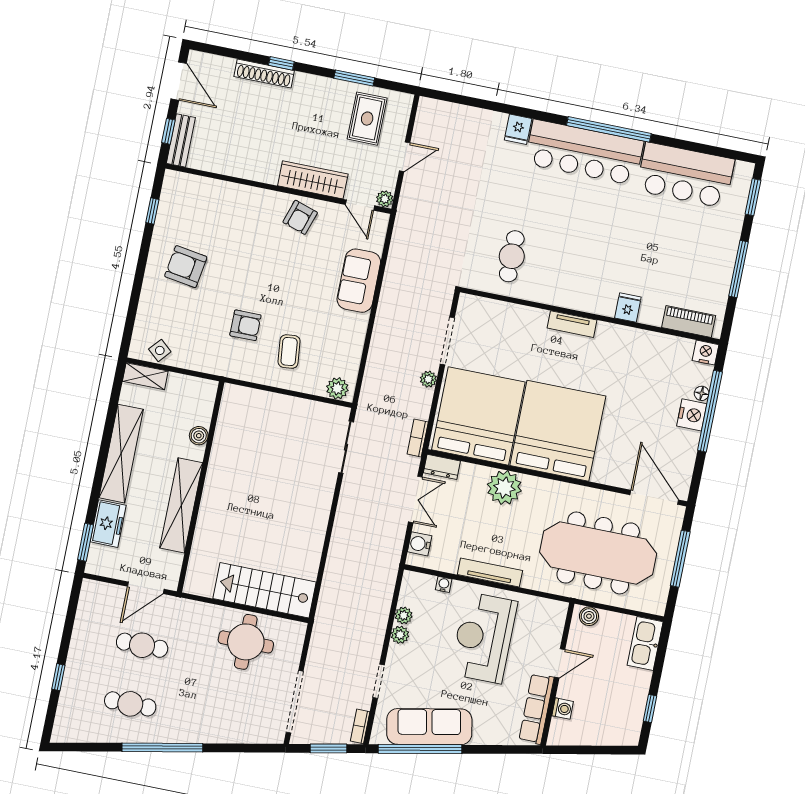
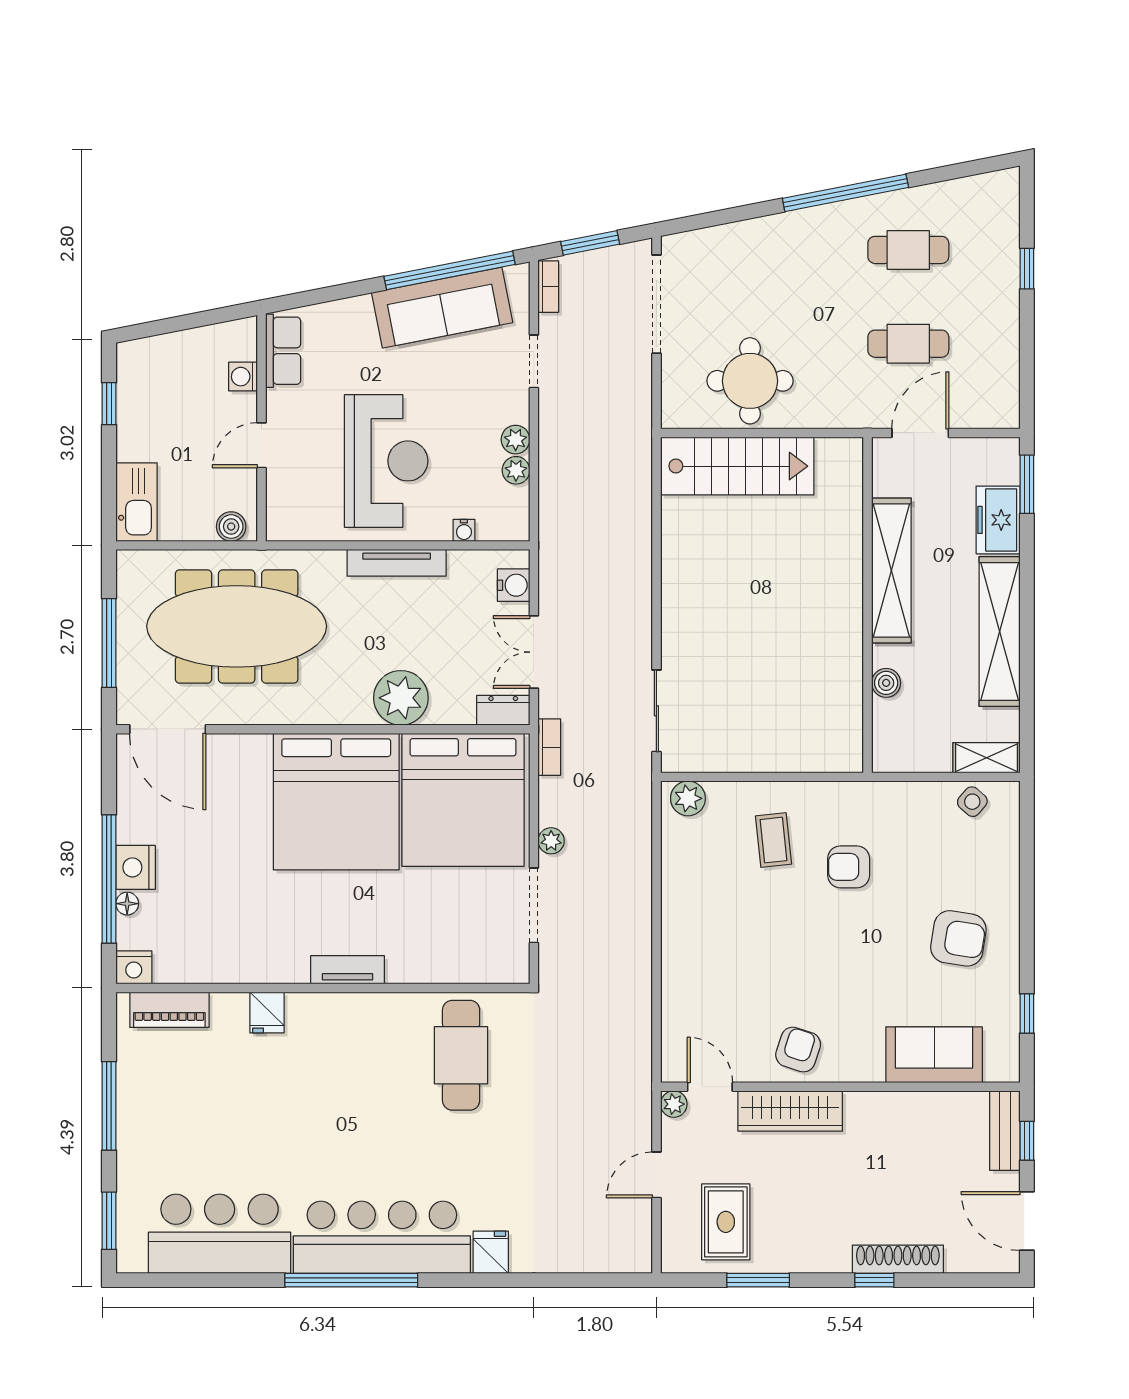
cafe table: (512, 256) -> (461, 1055), width x1.37, depth x1.35
sofa: (359, 281) -> (934, 1055), moved, turned -90
row of seats: (536, 709) -> (283, 351), width x0.68

